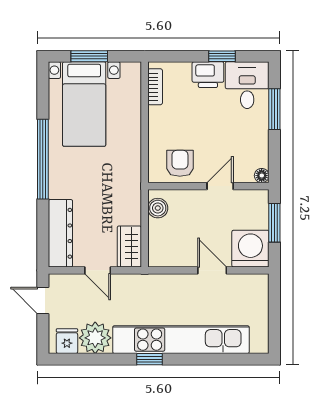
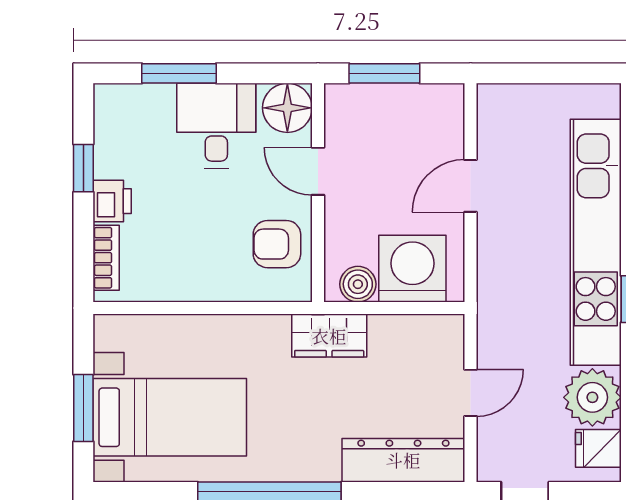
printer: (208, 75) -> (112, 201), width x0.73, depth x0.81
desk: (247, 85) -> (216, 126), moved, turned 90
bookcase: (155, 87) -> (106, 258), moved, turned 90
floor lamp: (262, 176) -> (287, 108), width x1.89, depth x1.89
wardrobe: (129, 246) -> (329, 336), moved
washing machine: (250, 249) -> (412, 269), moved, turned 90

